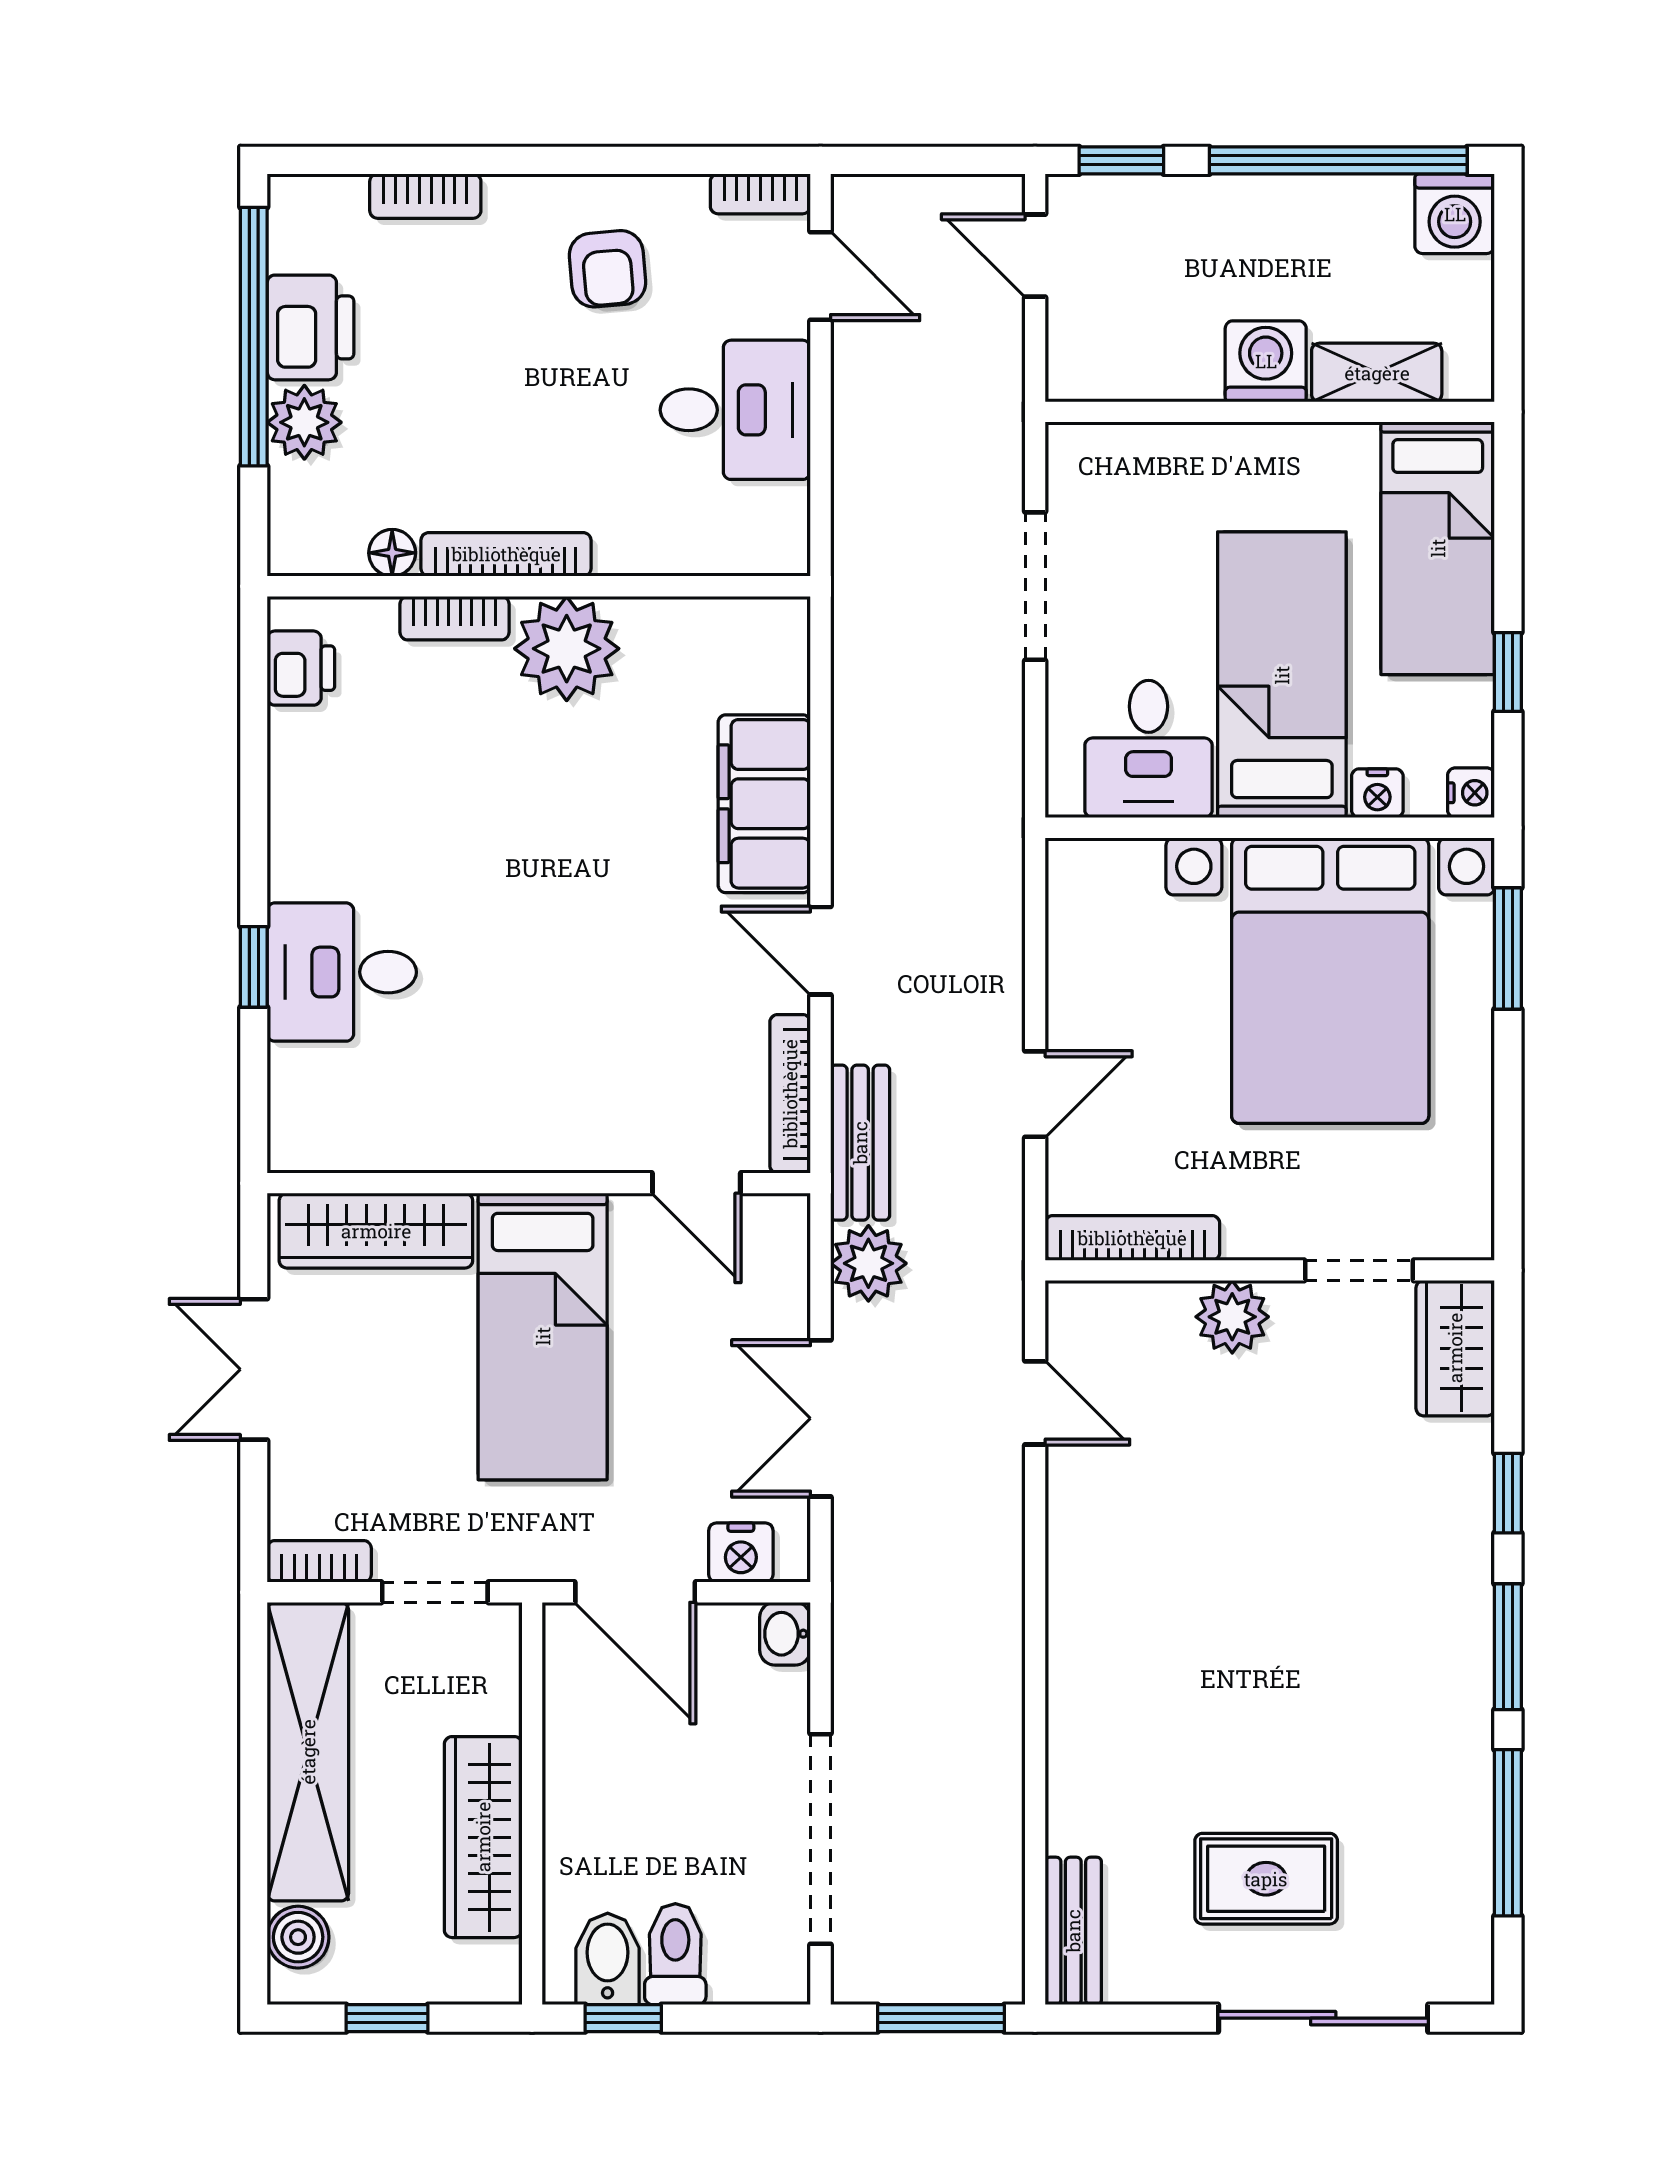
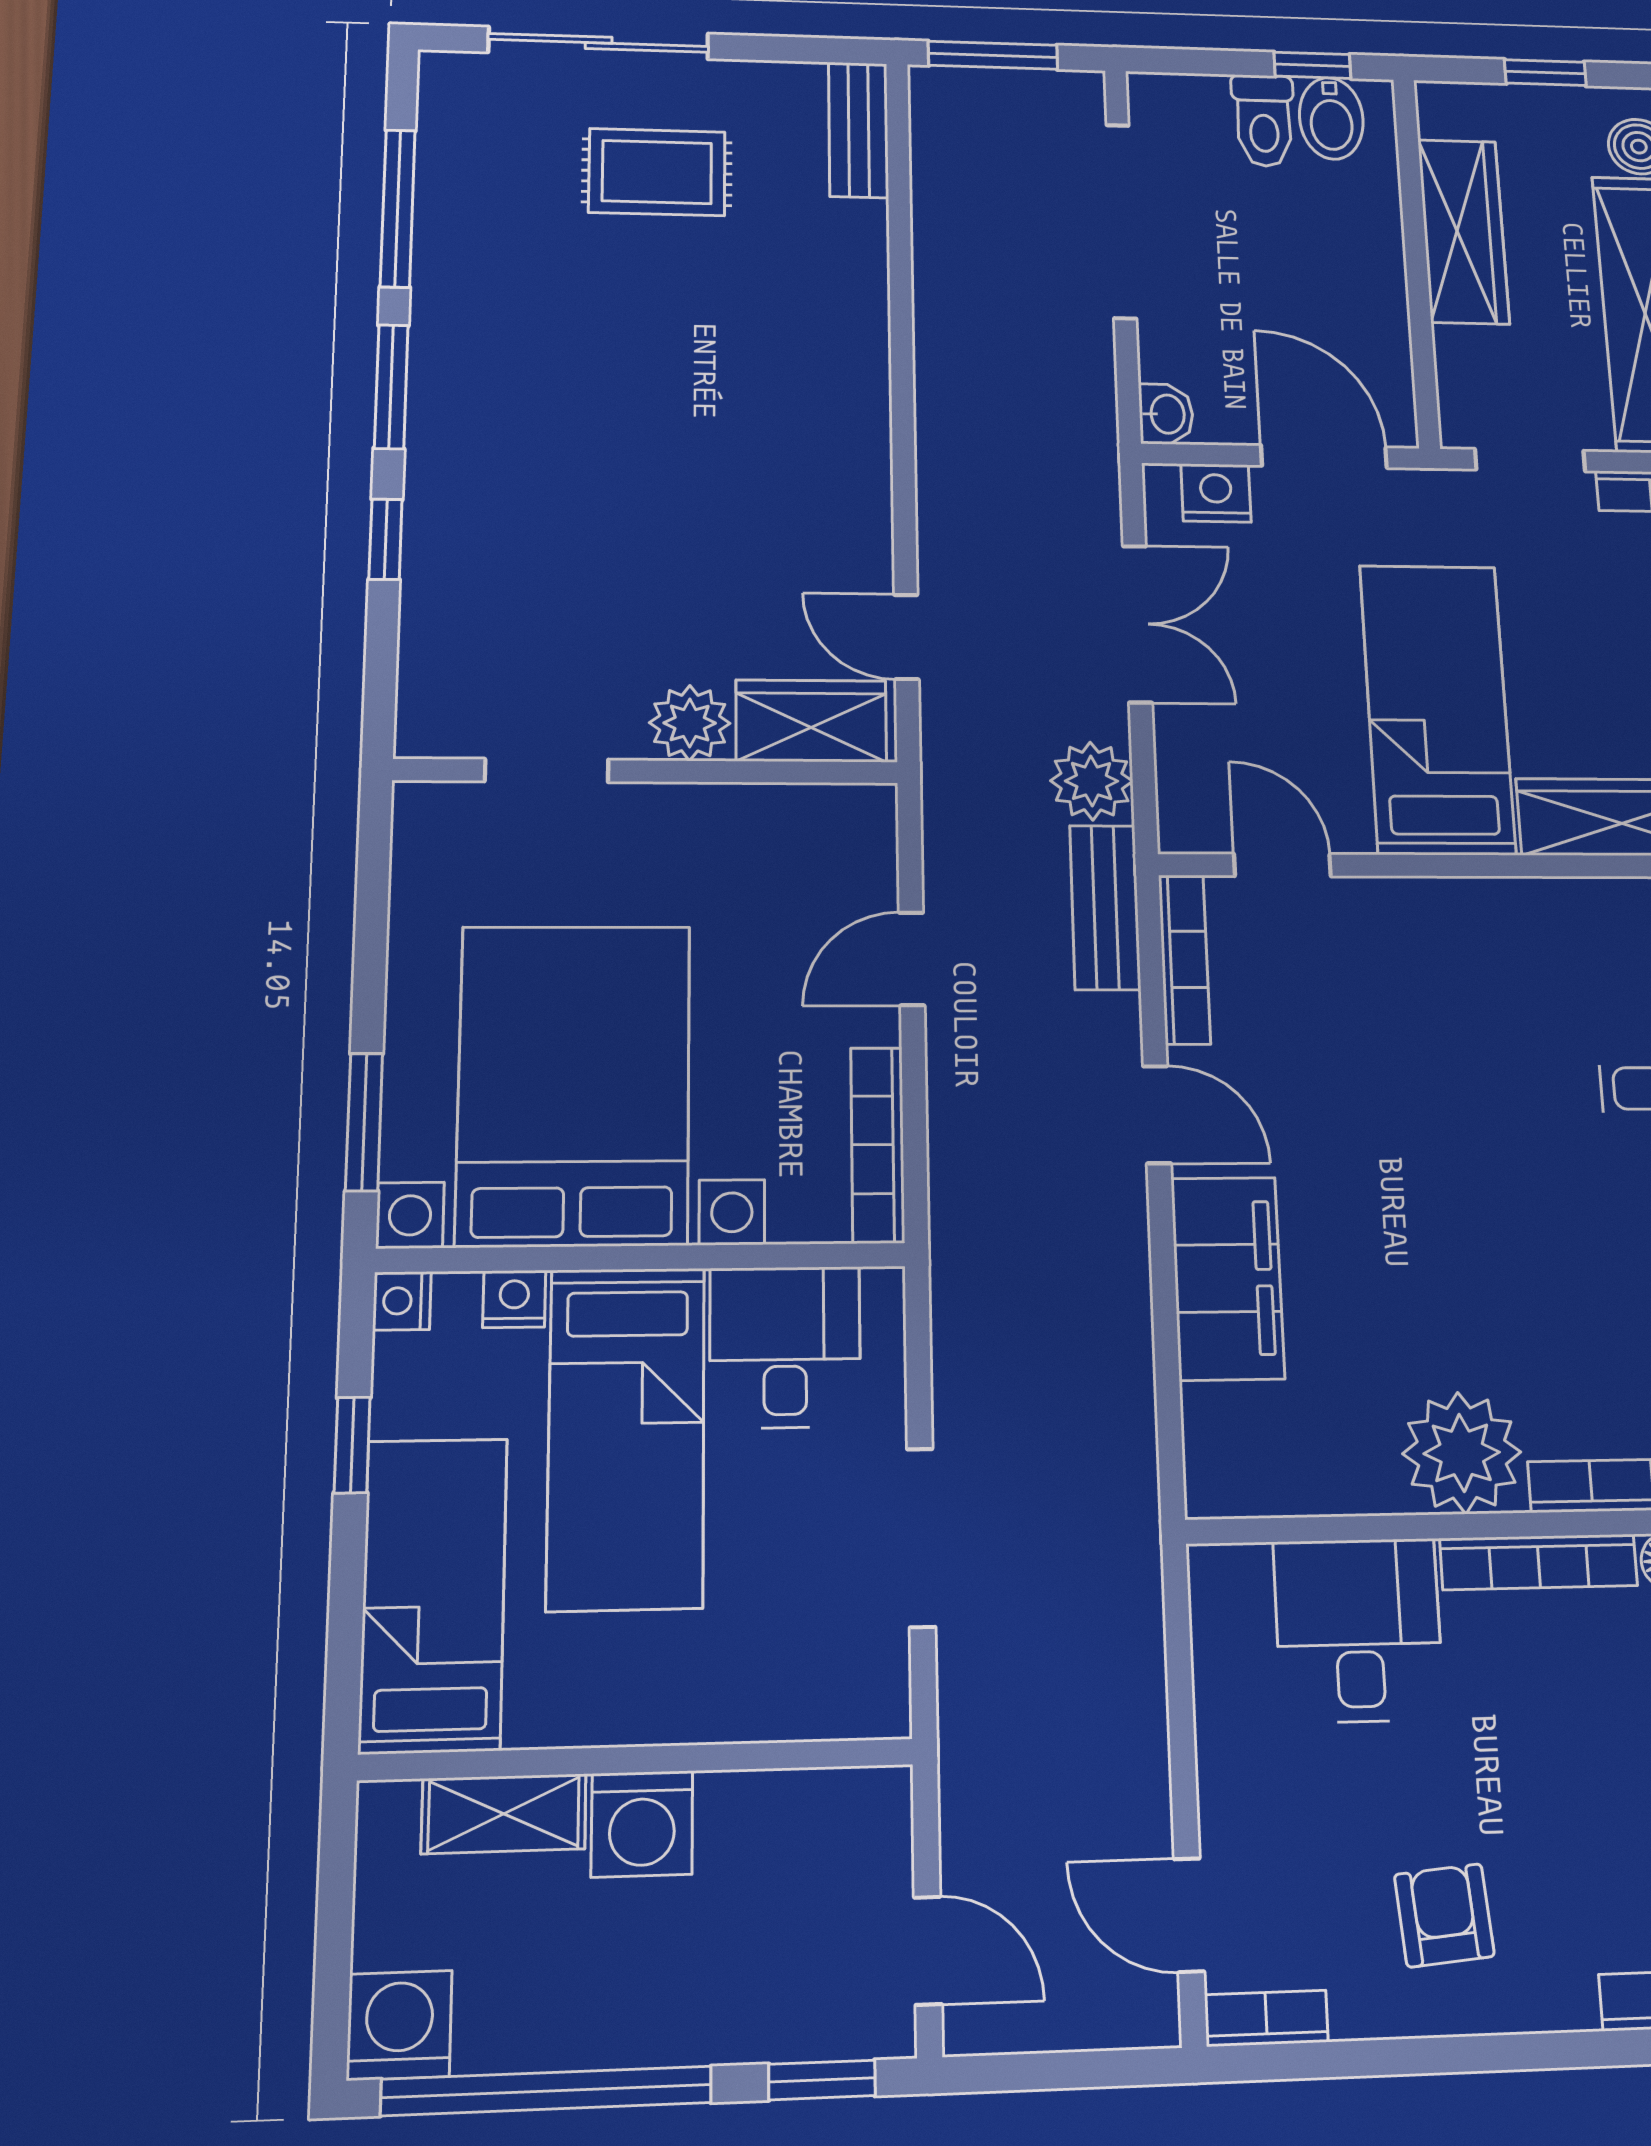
desk: (735, 410) -> (1358, 1630), moved, turned 90
bookcase: (1132, 1238) -> (878, 1145), moved, turned 90
wardrobe: (1455, 1348) -> (811, 721), moved, turned -90

